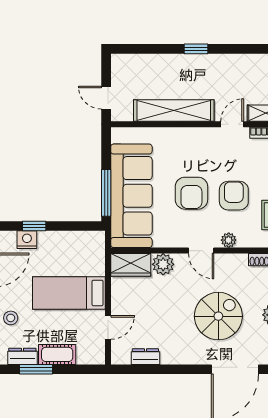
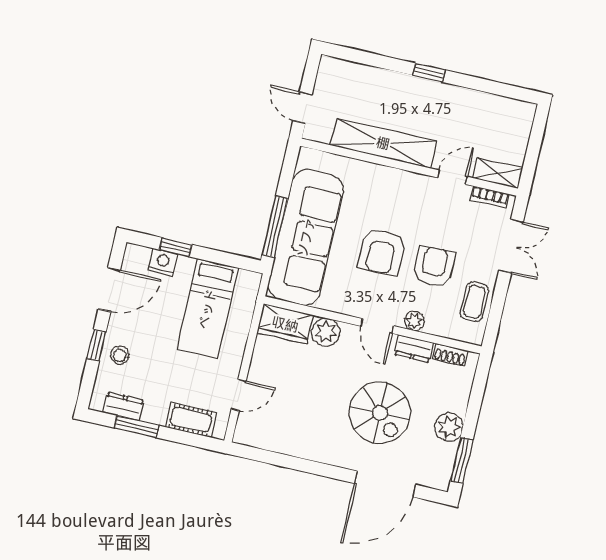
bed: (69, 293) -> (207, 309), moved, turned -90
spiral stairs: (218, 316) -> (380, 413), turned 90
cot: (57, 354) -> (191, 420), moved
dresser: (145, 357) -> (414, 349), moved, turned 180

